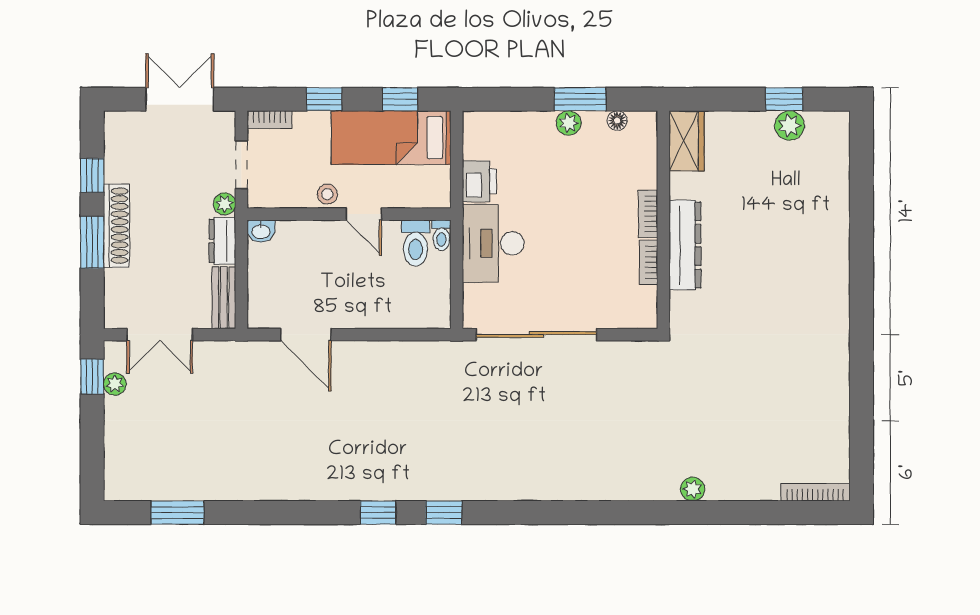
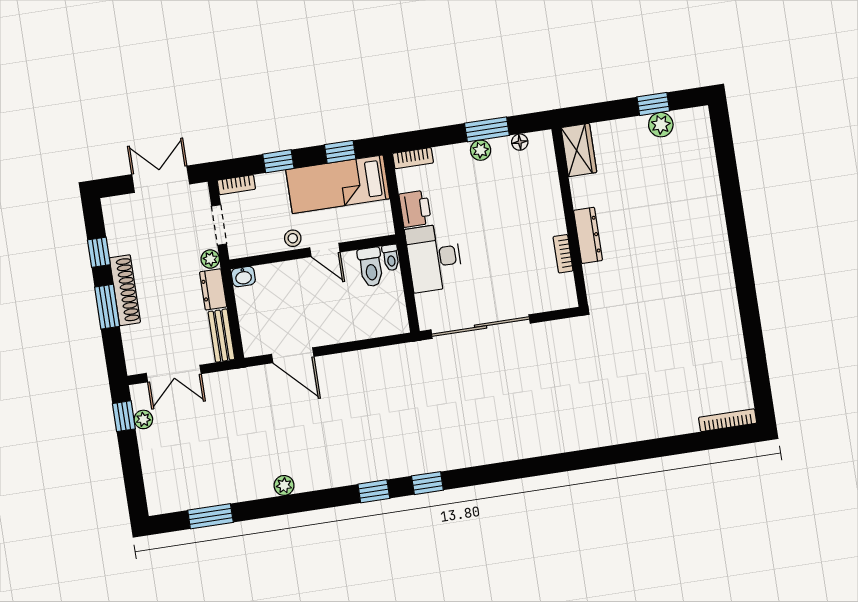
bookcase: (648, 214) -> (413, 158), moved, turned -90
dresser: (685, 245) -> (588, 235), width x0.73, depth x0.80
plant: (693, 489) -> (284, 485), moved

